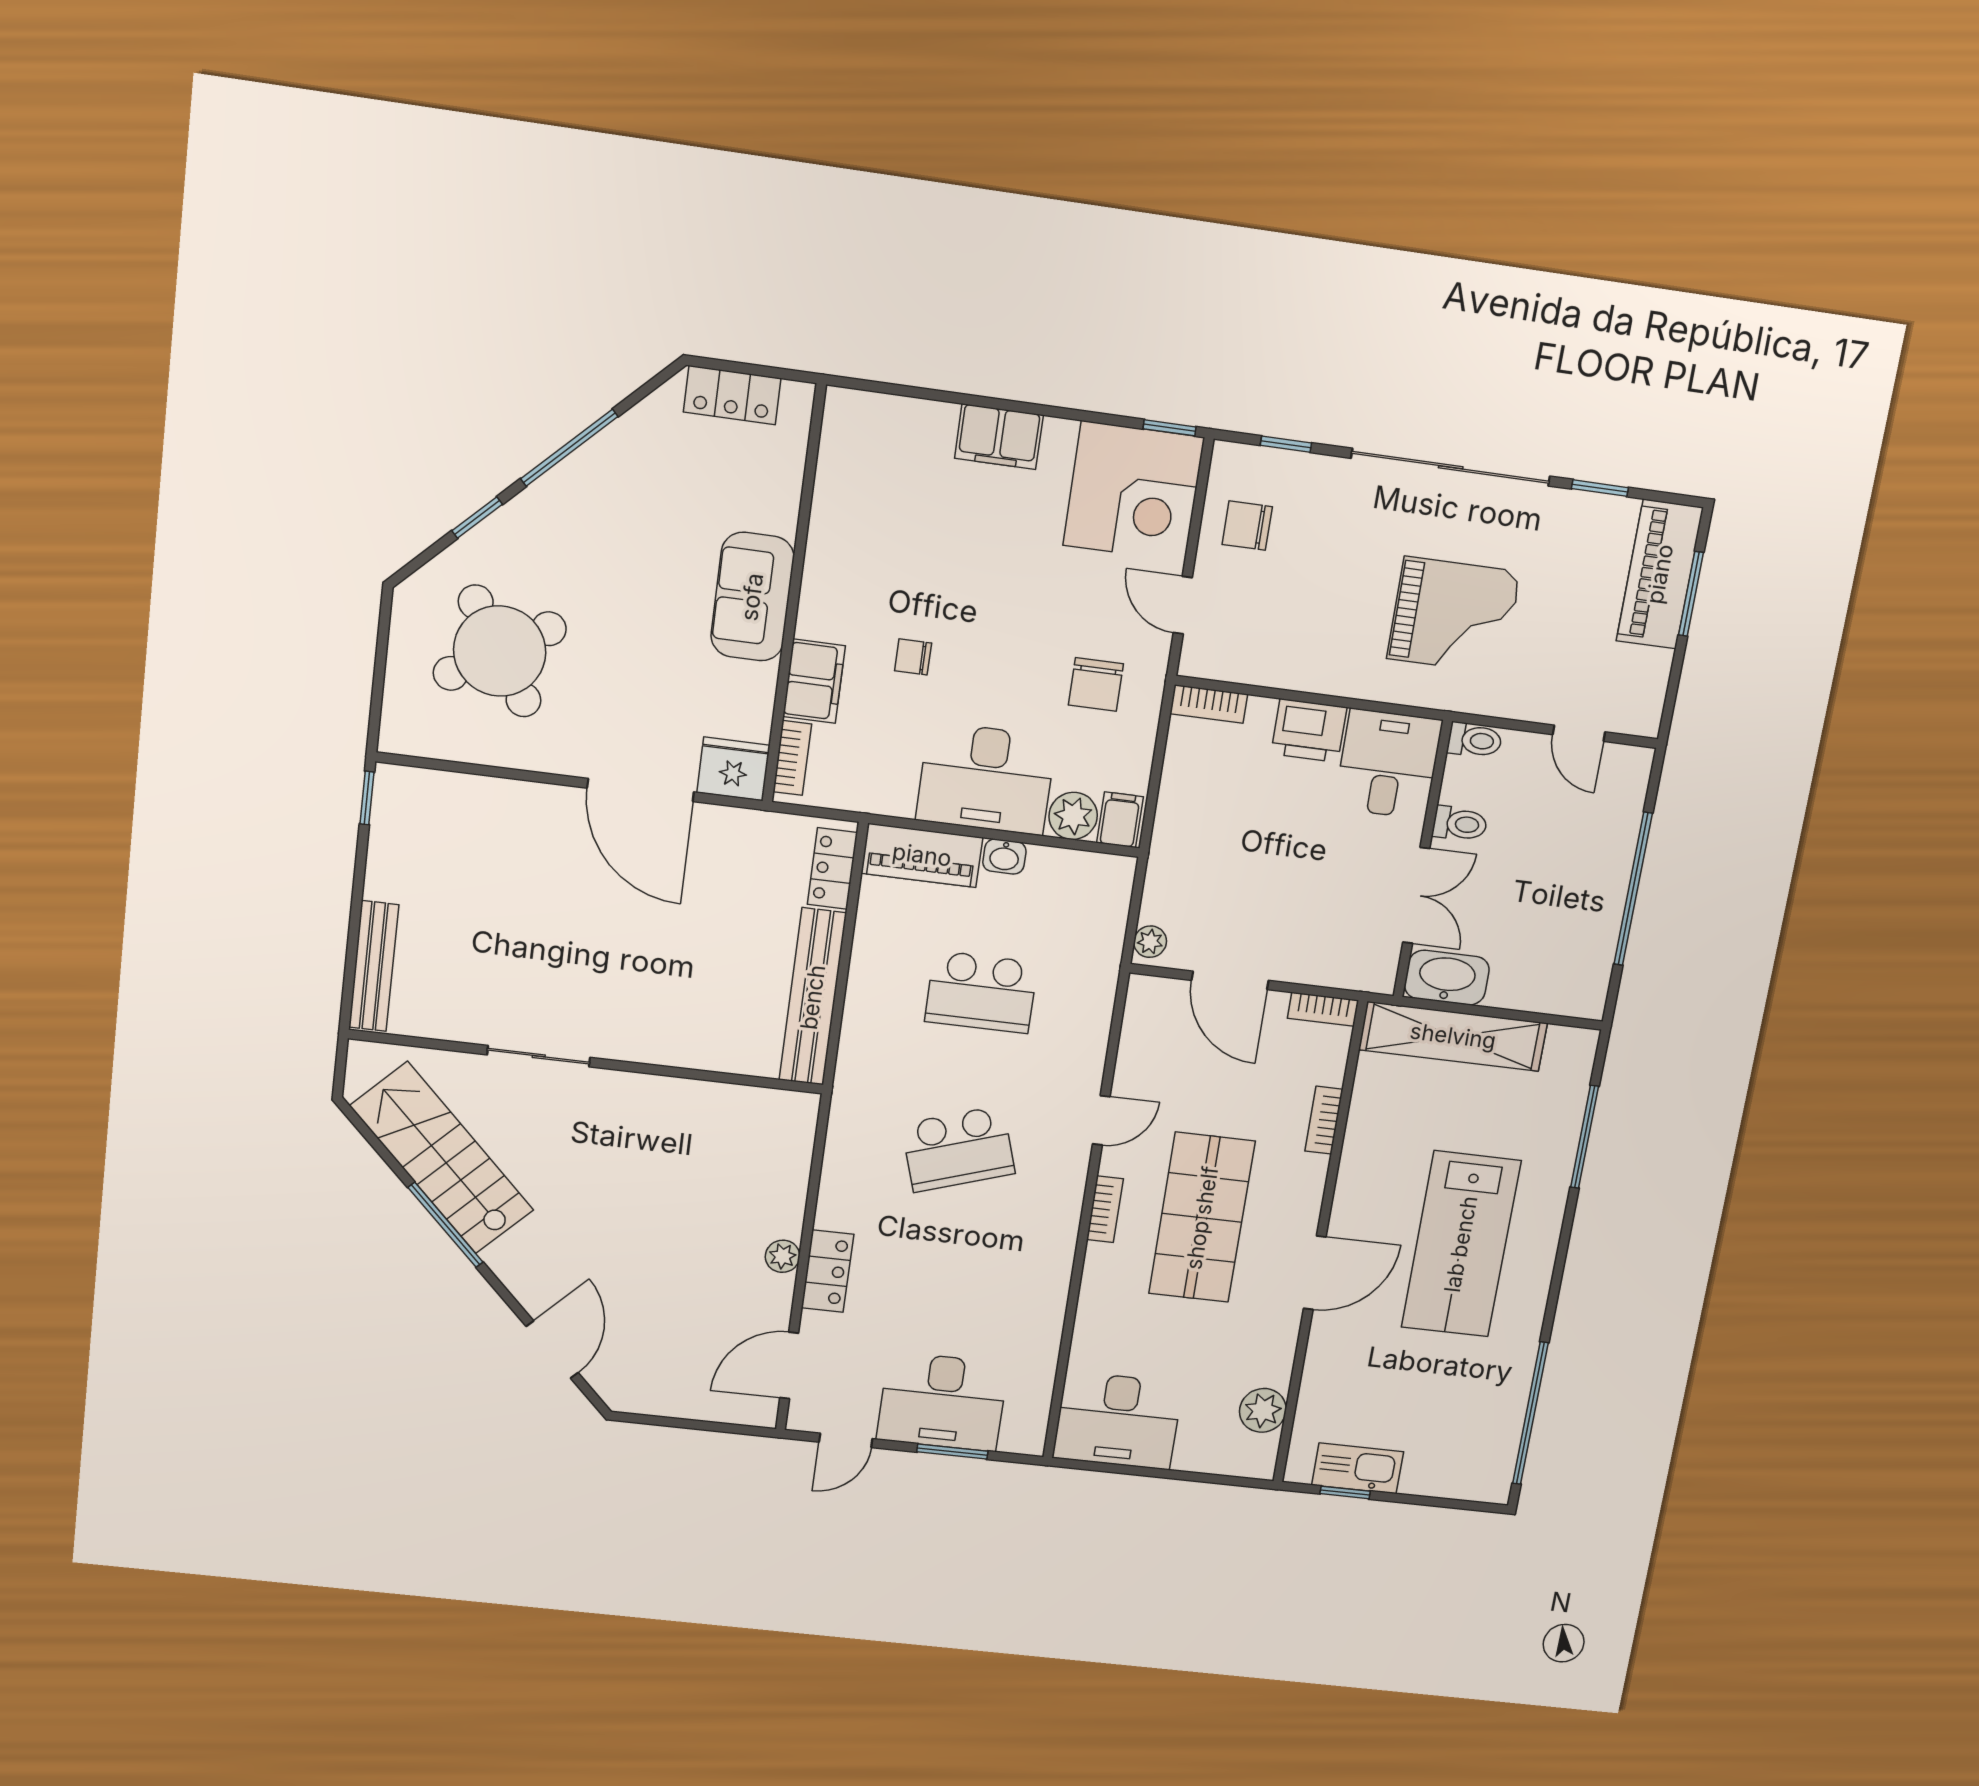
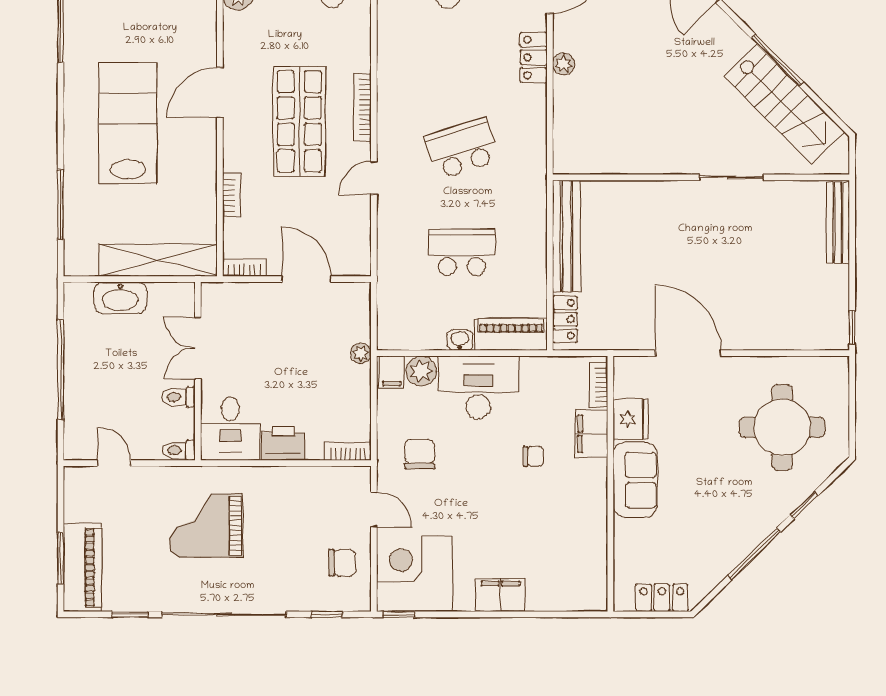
round table: (500, 651) -> (782, 427), turned 32
fridge: (733, 769) -> (631, 419), moved, turned -90
plant: (1150, 942) -> (361, 353), moved
washbasin: (1447, 978) -> (120, 298), moved
bookcase: (1105, 1209) -> (362, 107), width x1.56

